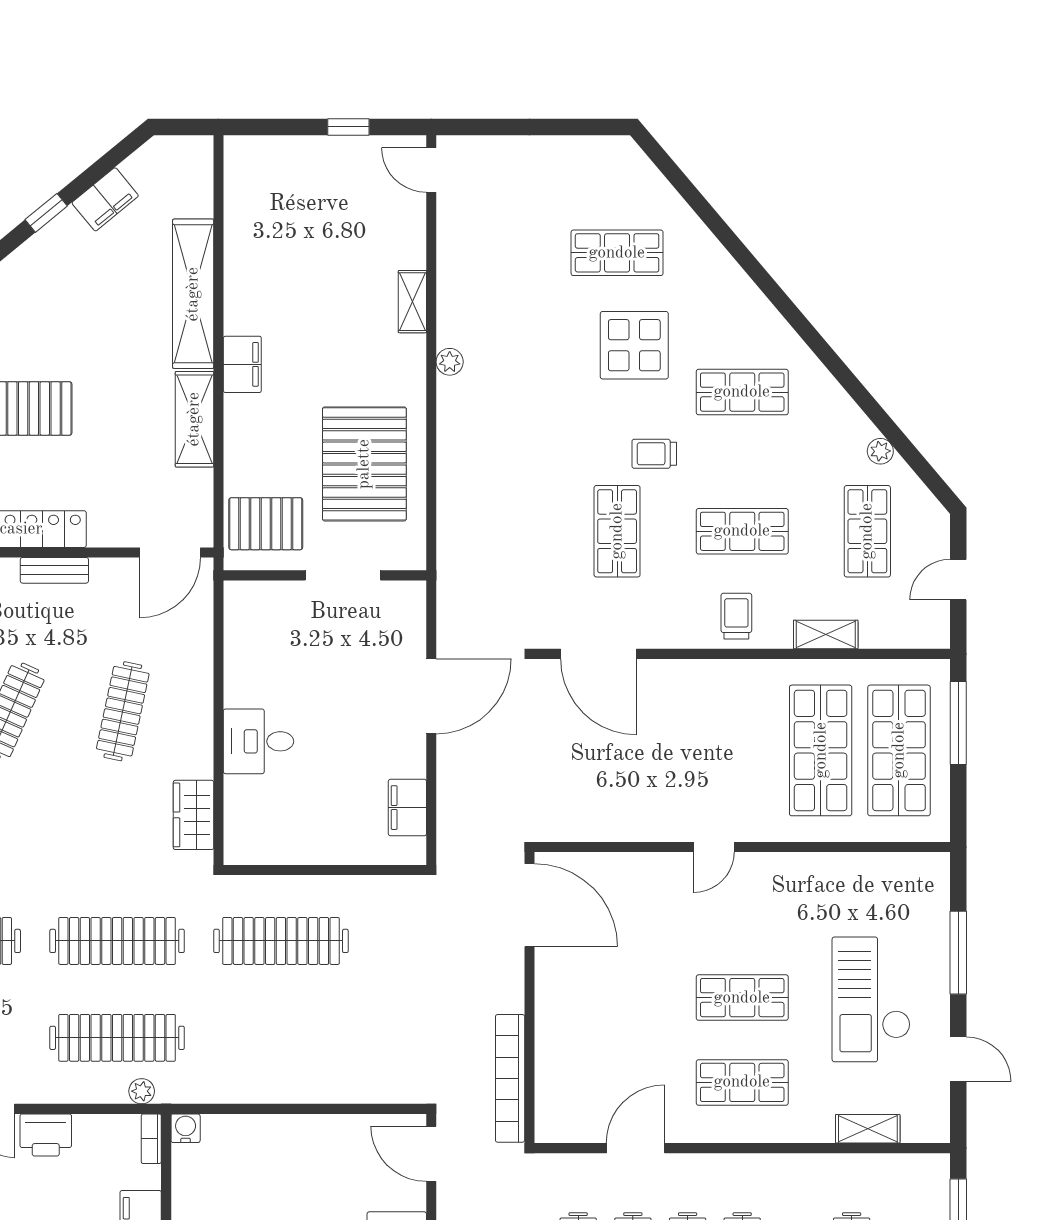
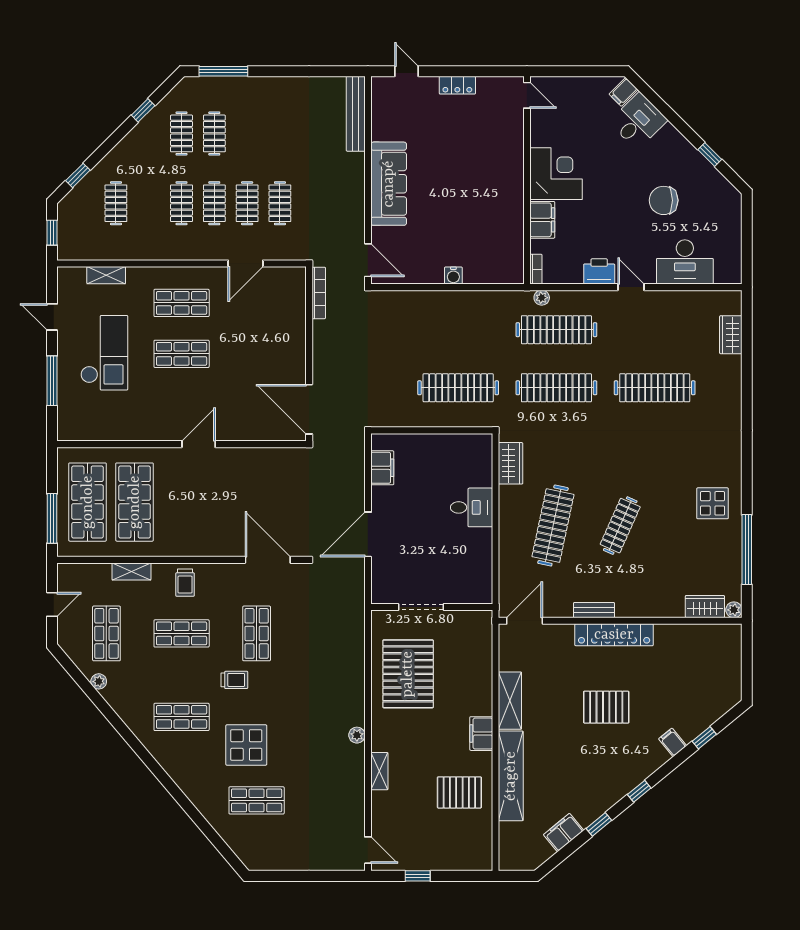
pallet: (266, 524) -> (459, 792), moved
clothes rail: (123, 711) -> (553, 526), width x1.37, depth x1.31
door: (714, 847) -> (199, 444), width x1.38
bookcase: (510, 1078) -> (319, 293), width x0.68, depth x0.76
water cooler: (186, 1128) -> (453, 275), moved

